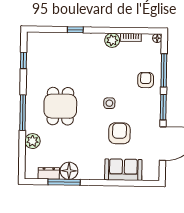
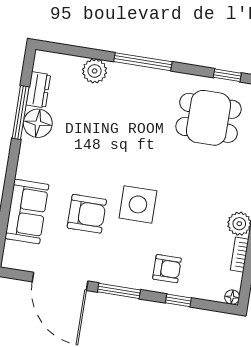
window: (164, 70) -> (178, 300), width x0.46
side table: (109, 103) -> (138, 204), width x1.87, depth x1.87
dining table: (60, 106) -> (208, 118), moved

